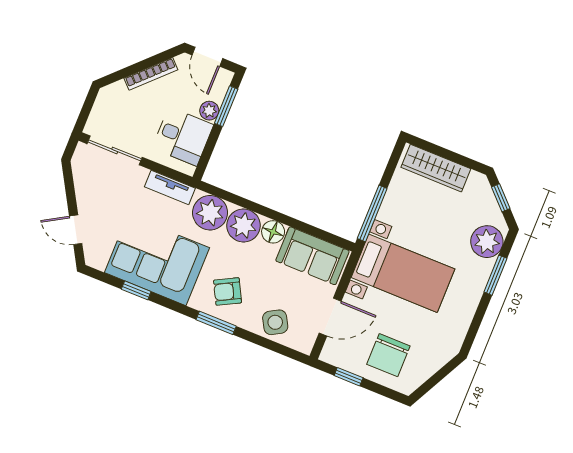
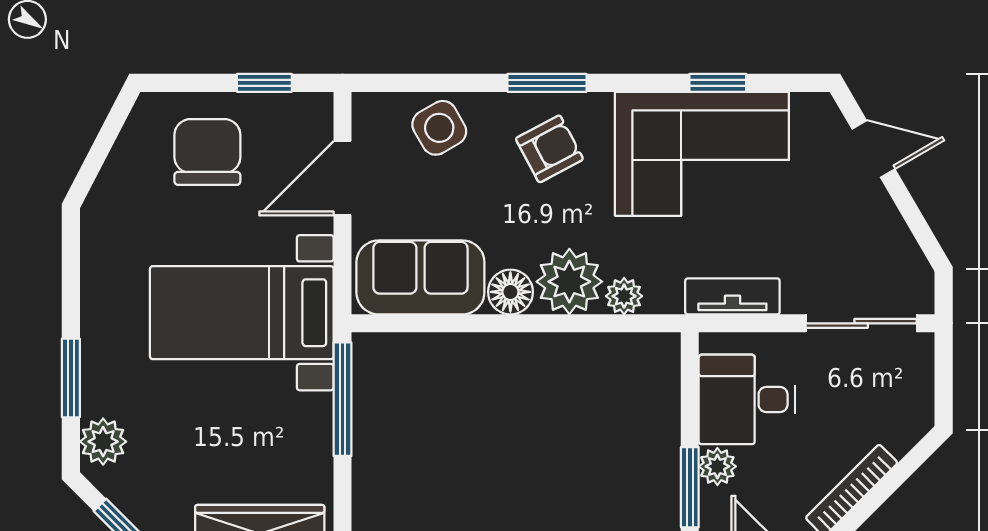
plant: (210, 213) -> (624, 296), width x0.53, depth x0.53
plant: (487, 242) -> (103, 442), width x0.73, depth x0.73

